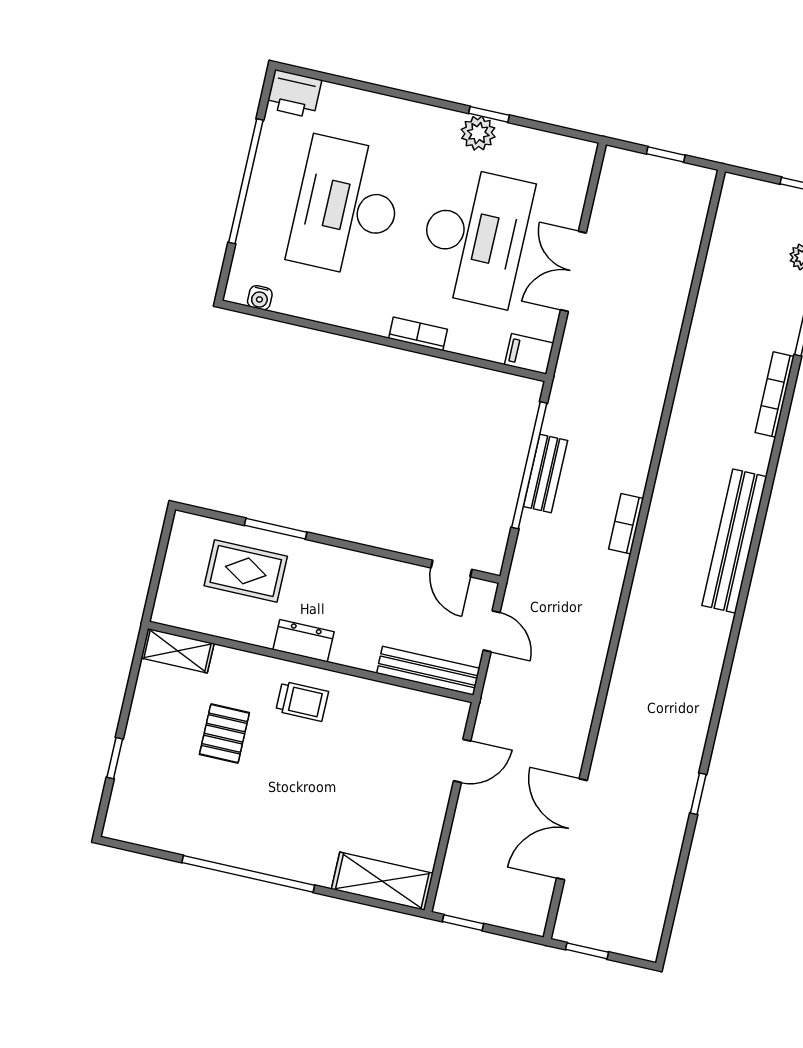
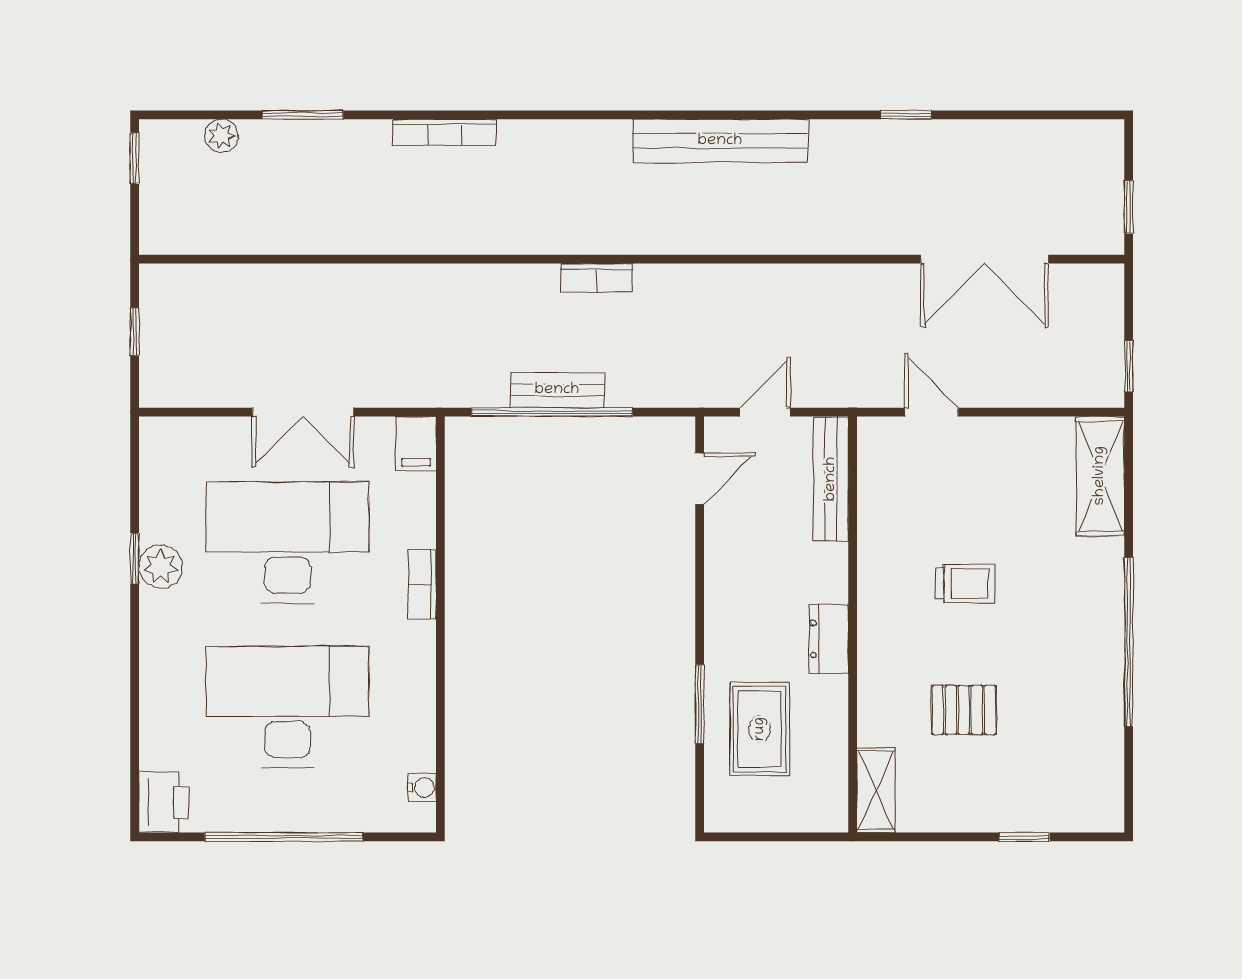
desk: (347, 207) -> (287, 707), turned 180
bookcase: (775, 394) -> (444, 132), moved
bench: (734, 541) -> (720, 141), moved
trolley: (302, 701) -> (965, 583), moved, turned 90

